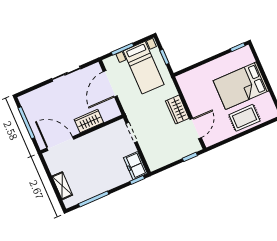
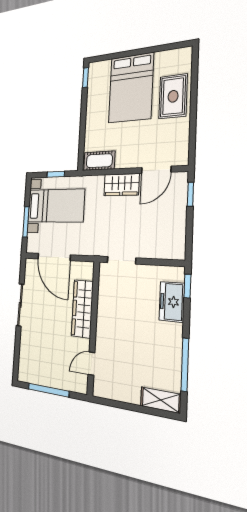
cot: (186, 86) -> (99, 161), added
wardrobe: (89, 121) -> (82, 309), width x1.50
door: (196, 128) -> (156, 170), swing flipped
door: (60, 144) -> (91, 364), width x0.53
freezer: (135, 166) -> (172, 302), moved, turned 90
shelving: (62, 186) -> (161, 400), moved

